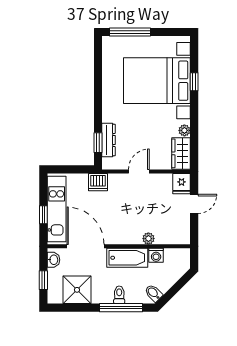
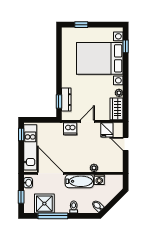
window: (130, 32) -> (81, 25), width x0.46
window: (194, 82) -> (126, 46), moved
dishwasher: (98, 182) -> (70, 129), moved
fridge: (182, 184) -> (107, 130), moved
door: (194, 204) -> (126, 144), swing flipped
window: (43, 215) -> (21, 135), moved
window: (121, 308) -> (53, 216), moved

